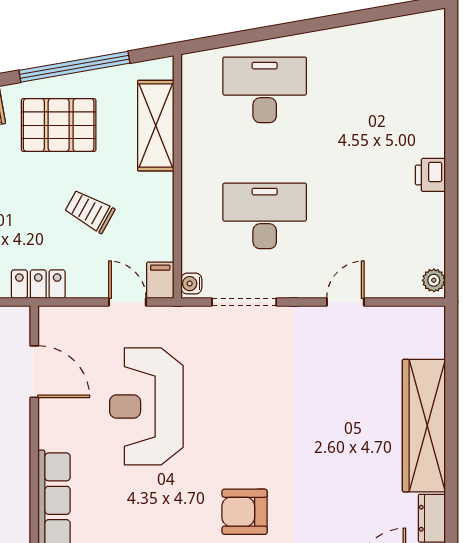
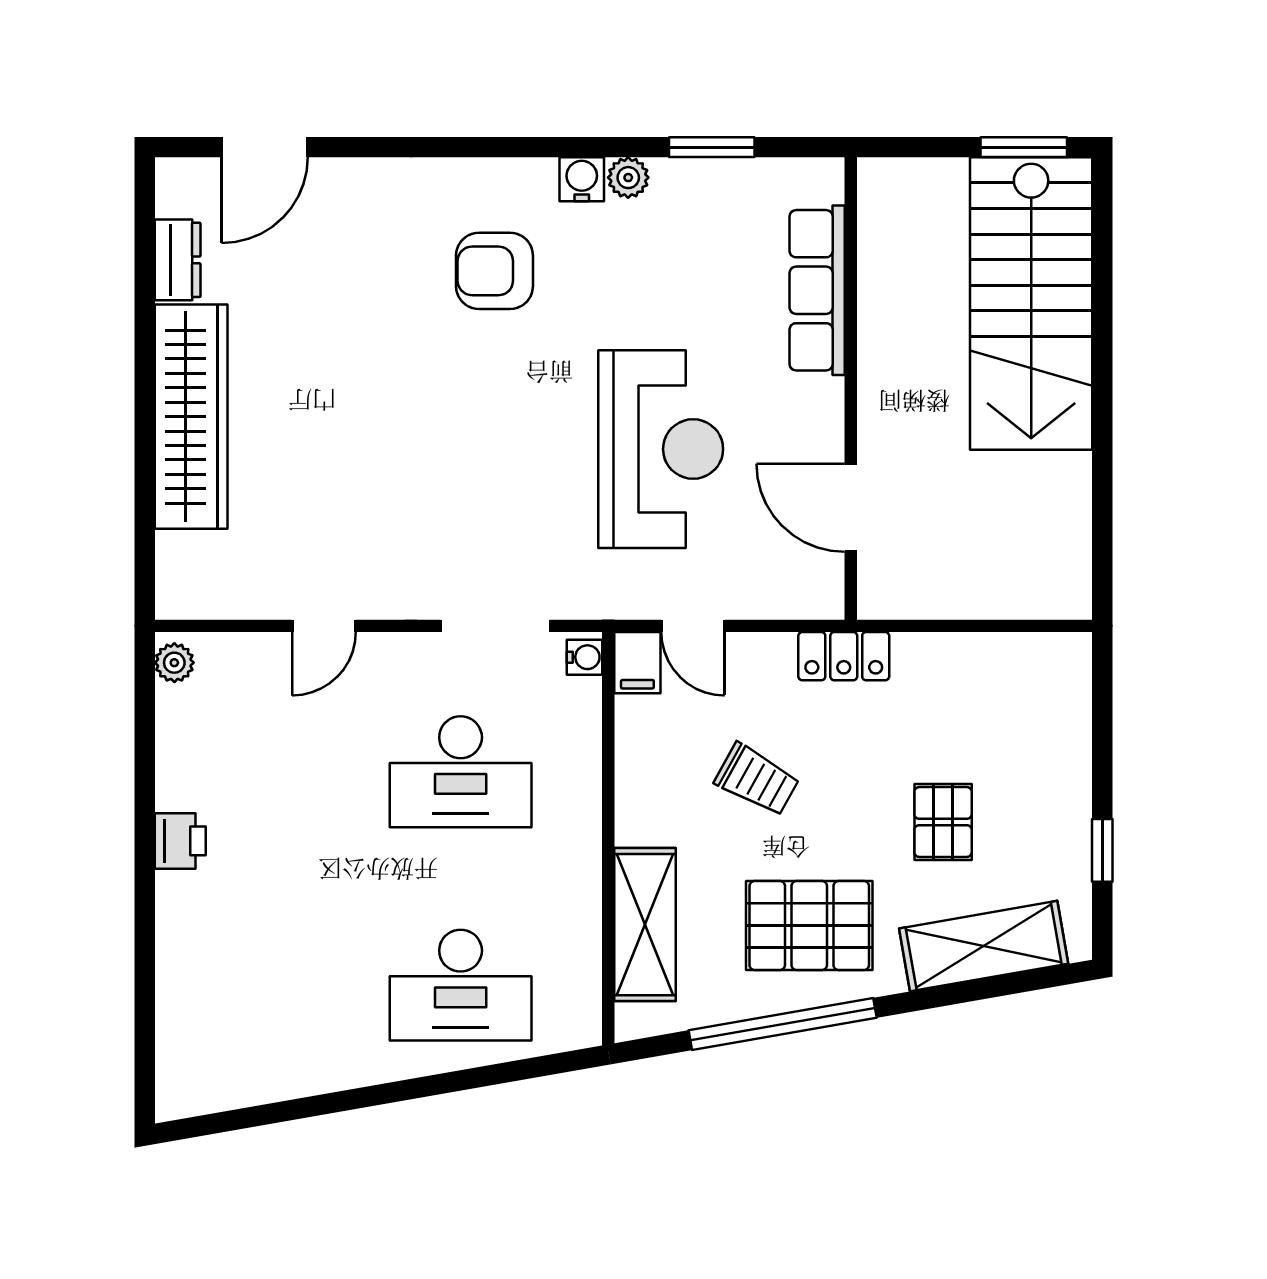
armchair: (245, 512) -> (494, 271), turned 180

